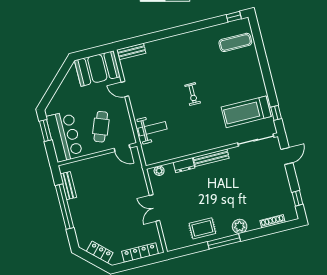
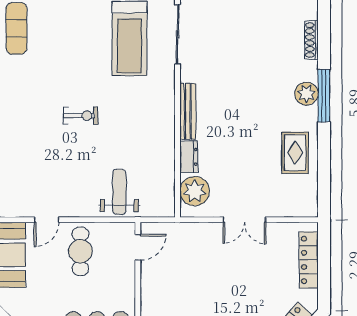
cafe table: (101, 127) -> (80, 251), moved, turned 69
plant: (159, 171) -> (195, 191), width x1.88, depth x1.88
window: (224, 241) -> (324, 96), moved

